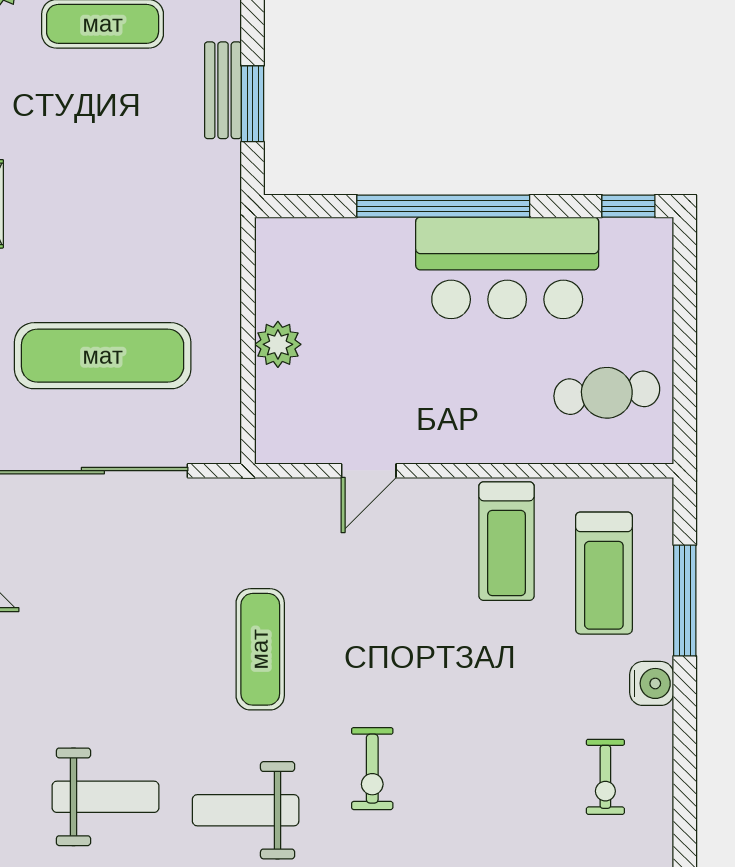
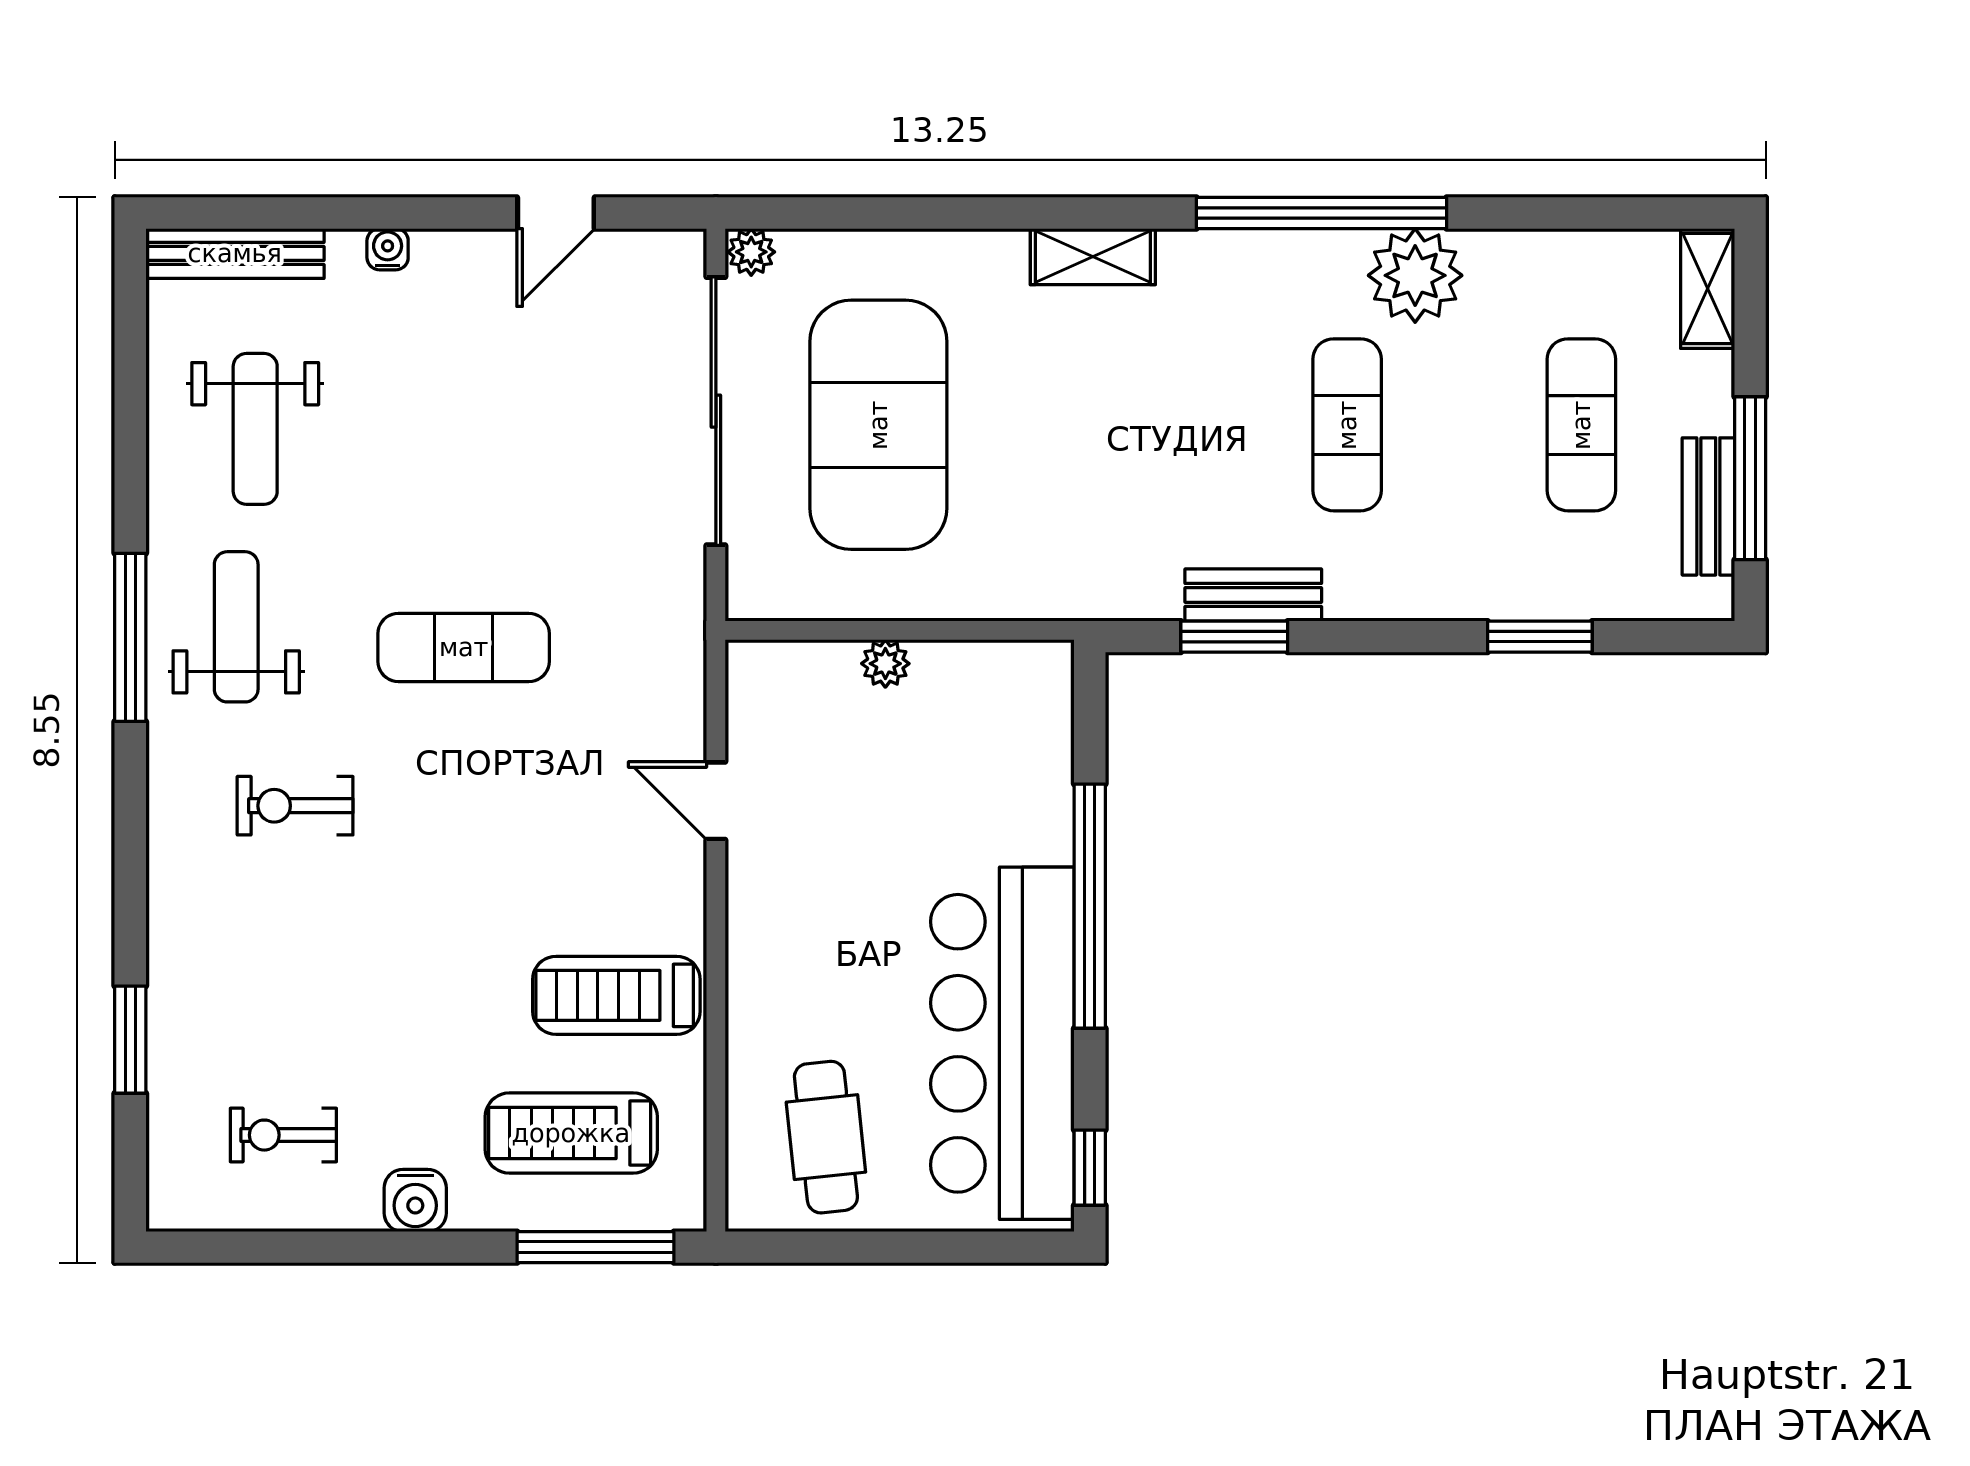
bar counter: (507, 268) -> (1002, 1043), width x1.36
plant: (278, 344) -> (885, 664), width x0.73, depth x0.73
exercise mat: (103, 356) -> (878, 425), width x1.47
window: (685, 600) -> (596, 1247), moved

